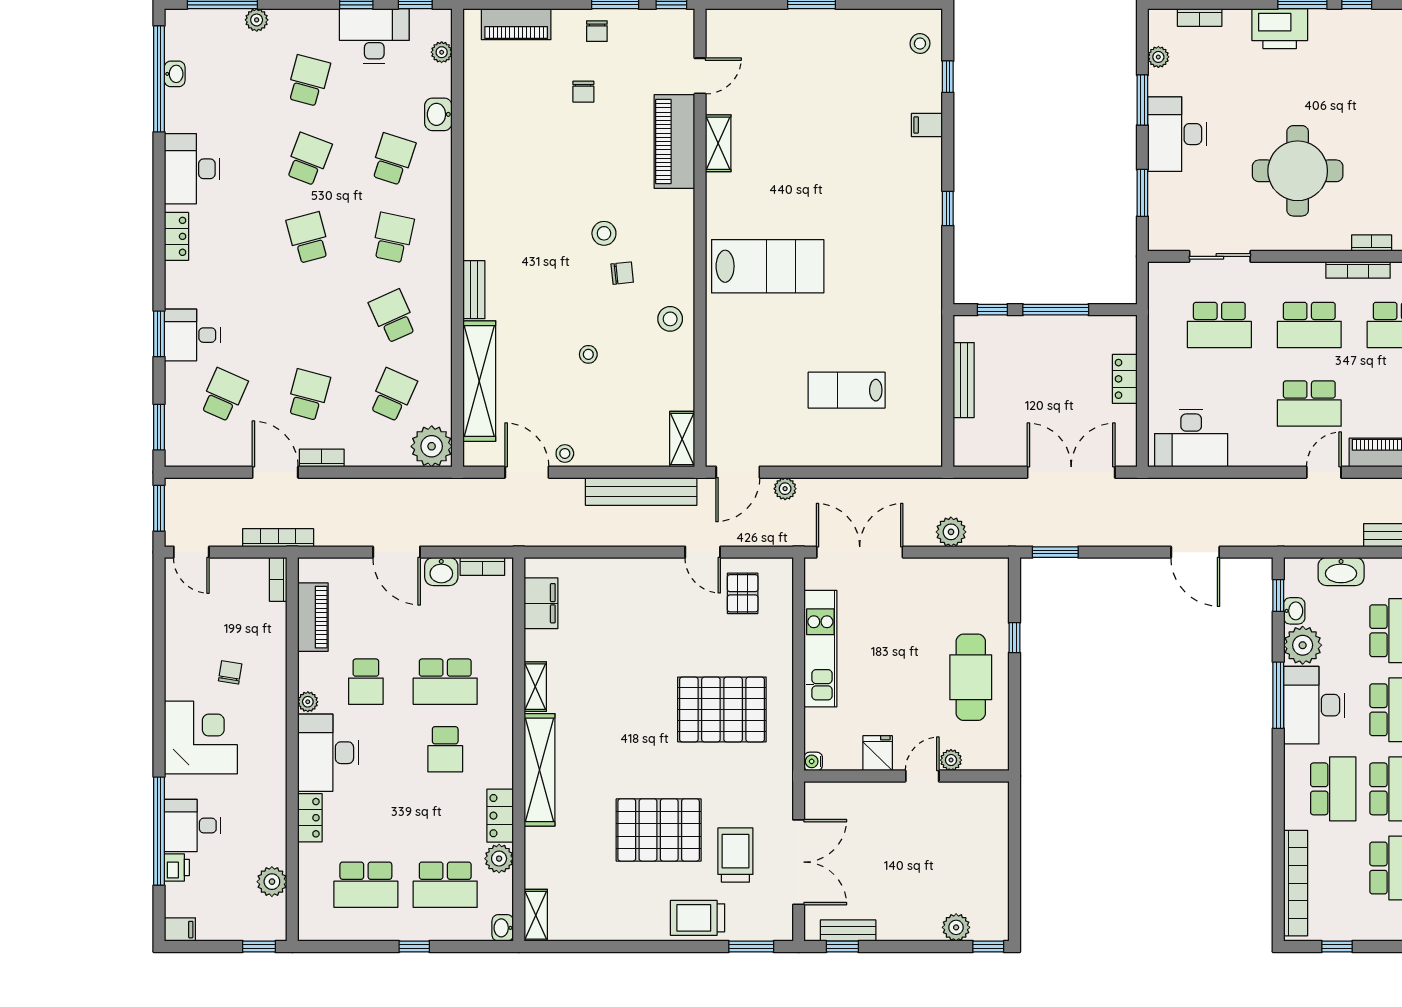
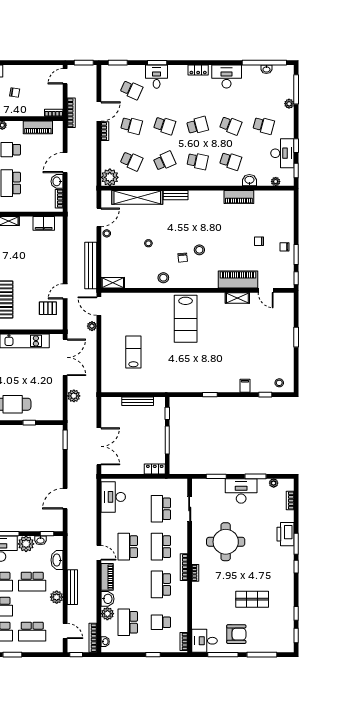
piano: (516, 24) -> (239, 197), moved, turned -90
school desk: (308, 316) -> (164, 125), added
locker: (1125, 379) -> (155, 469), moved

